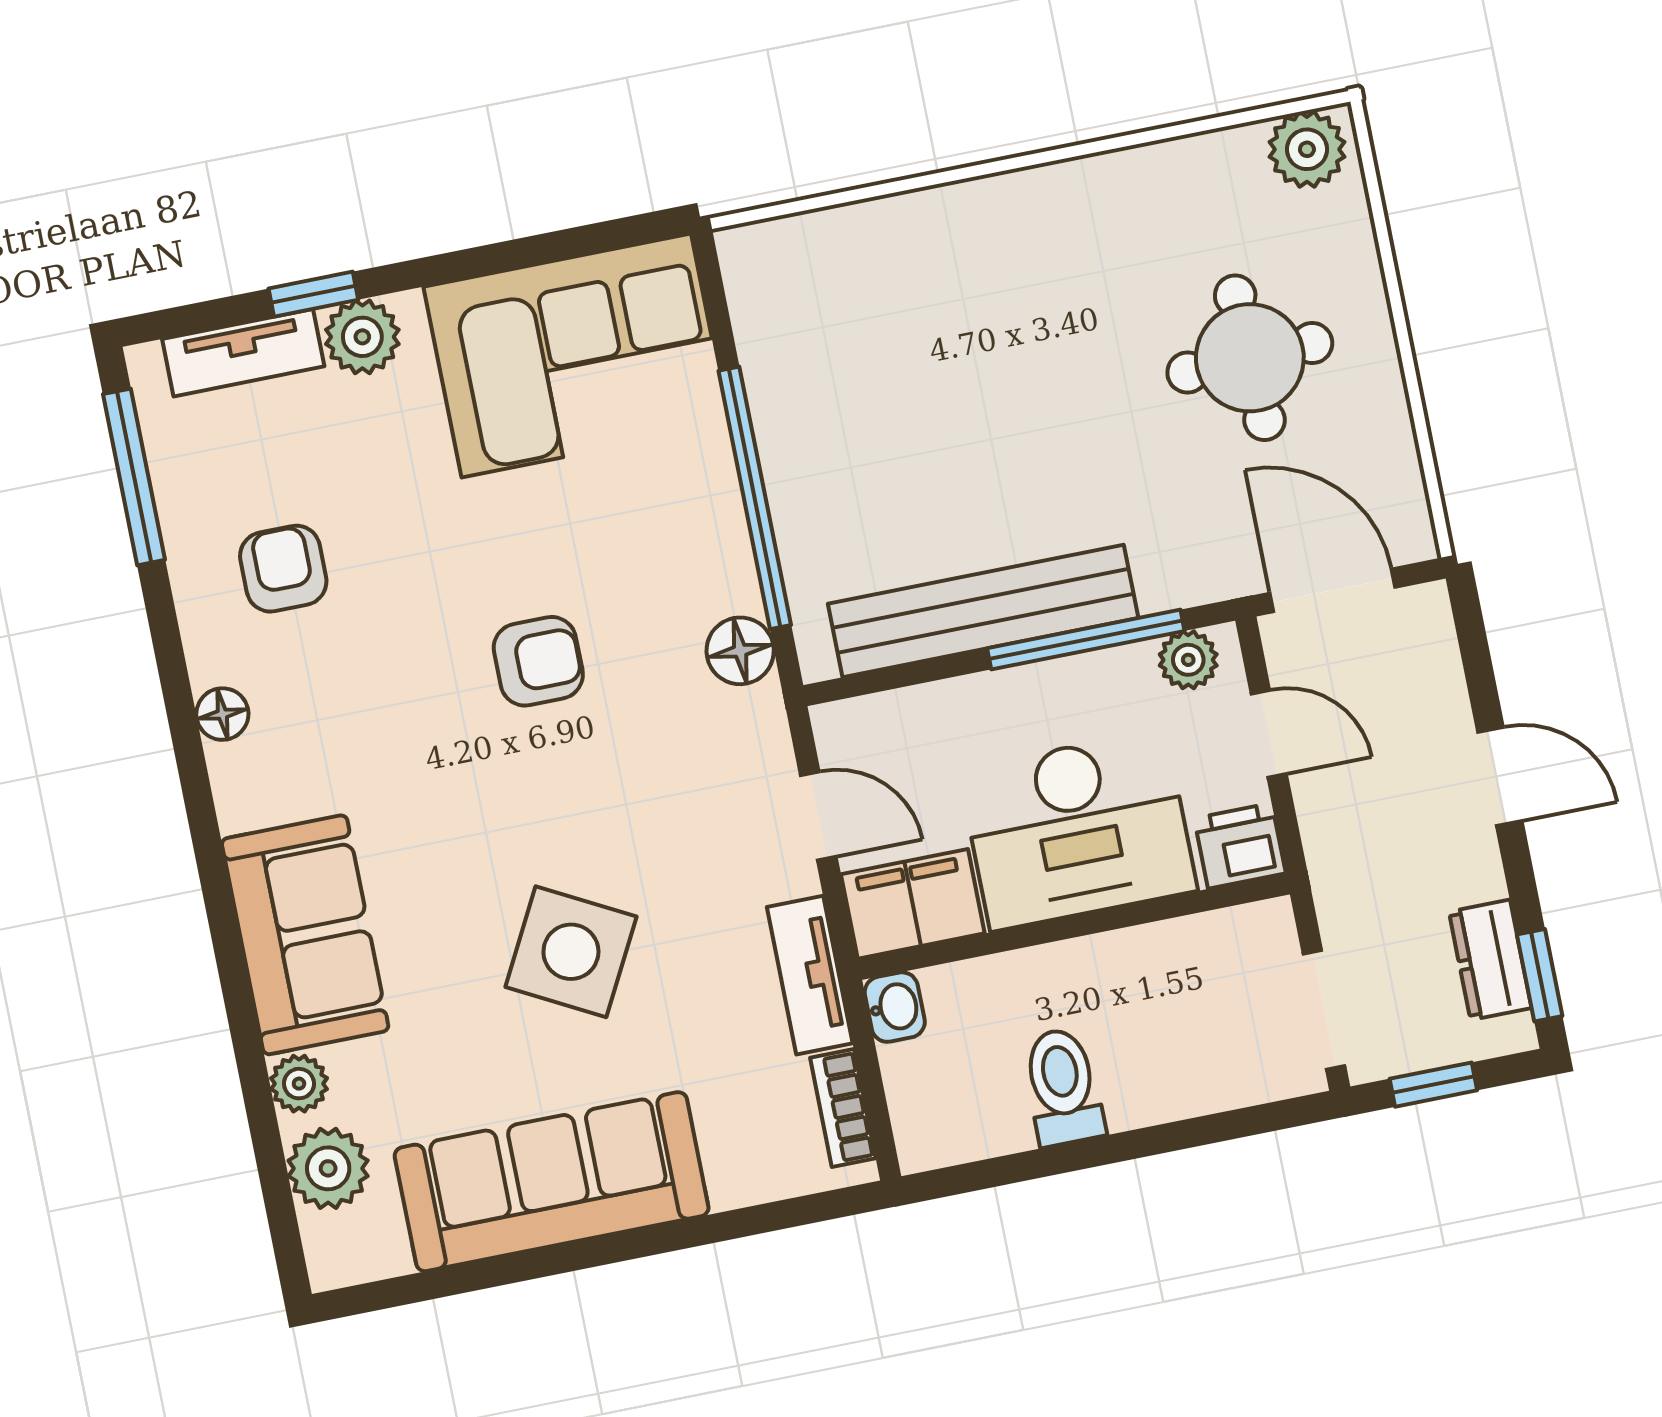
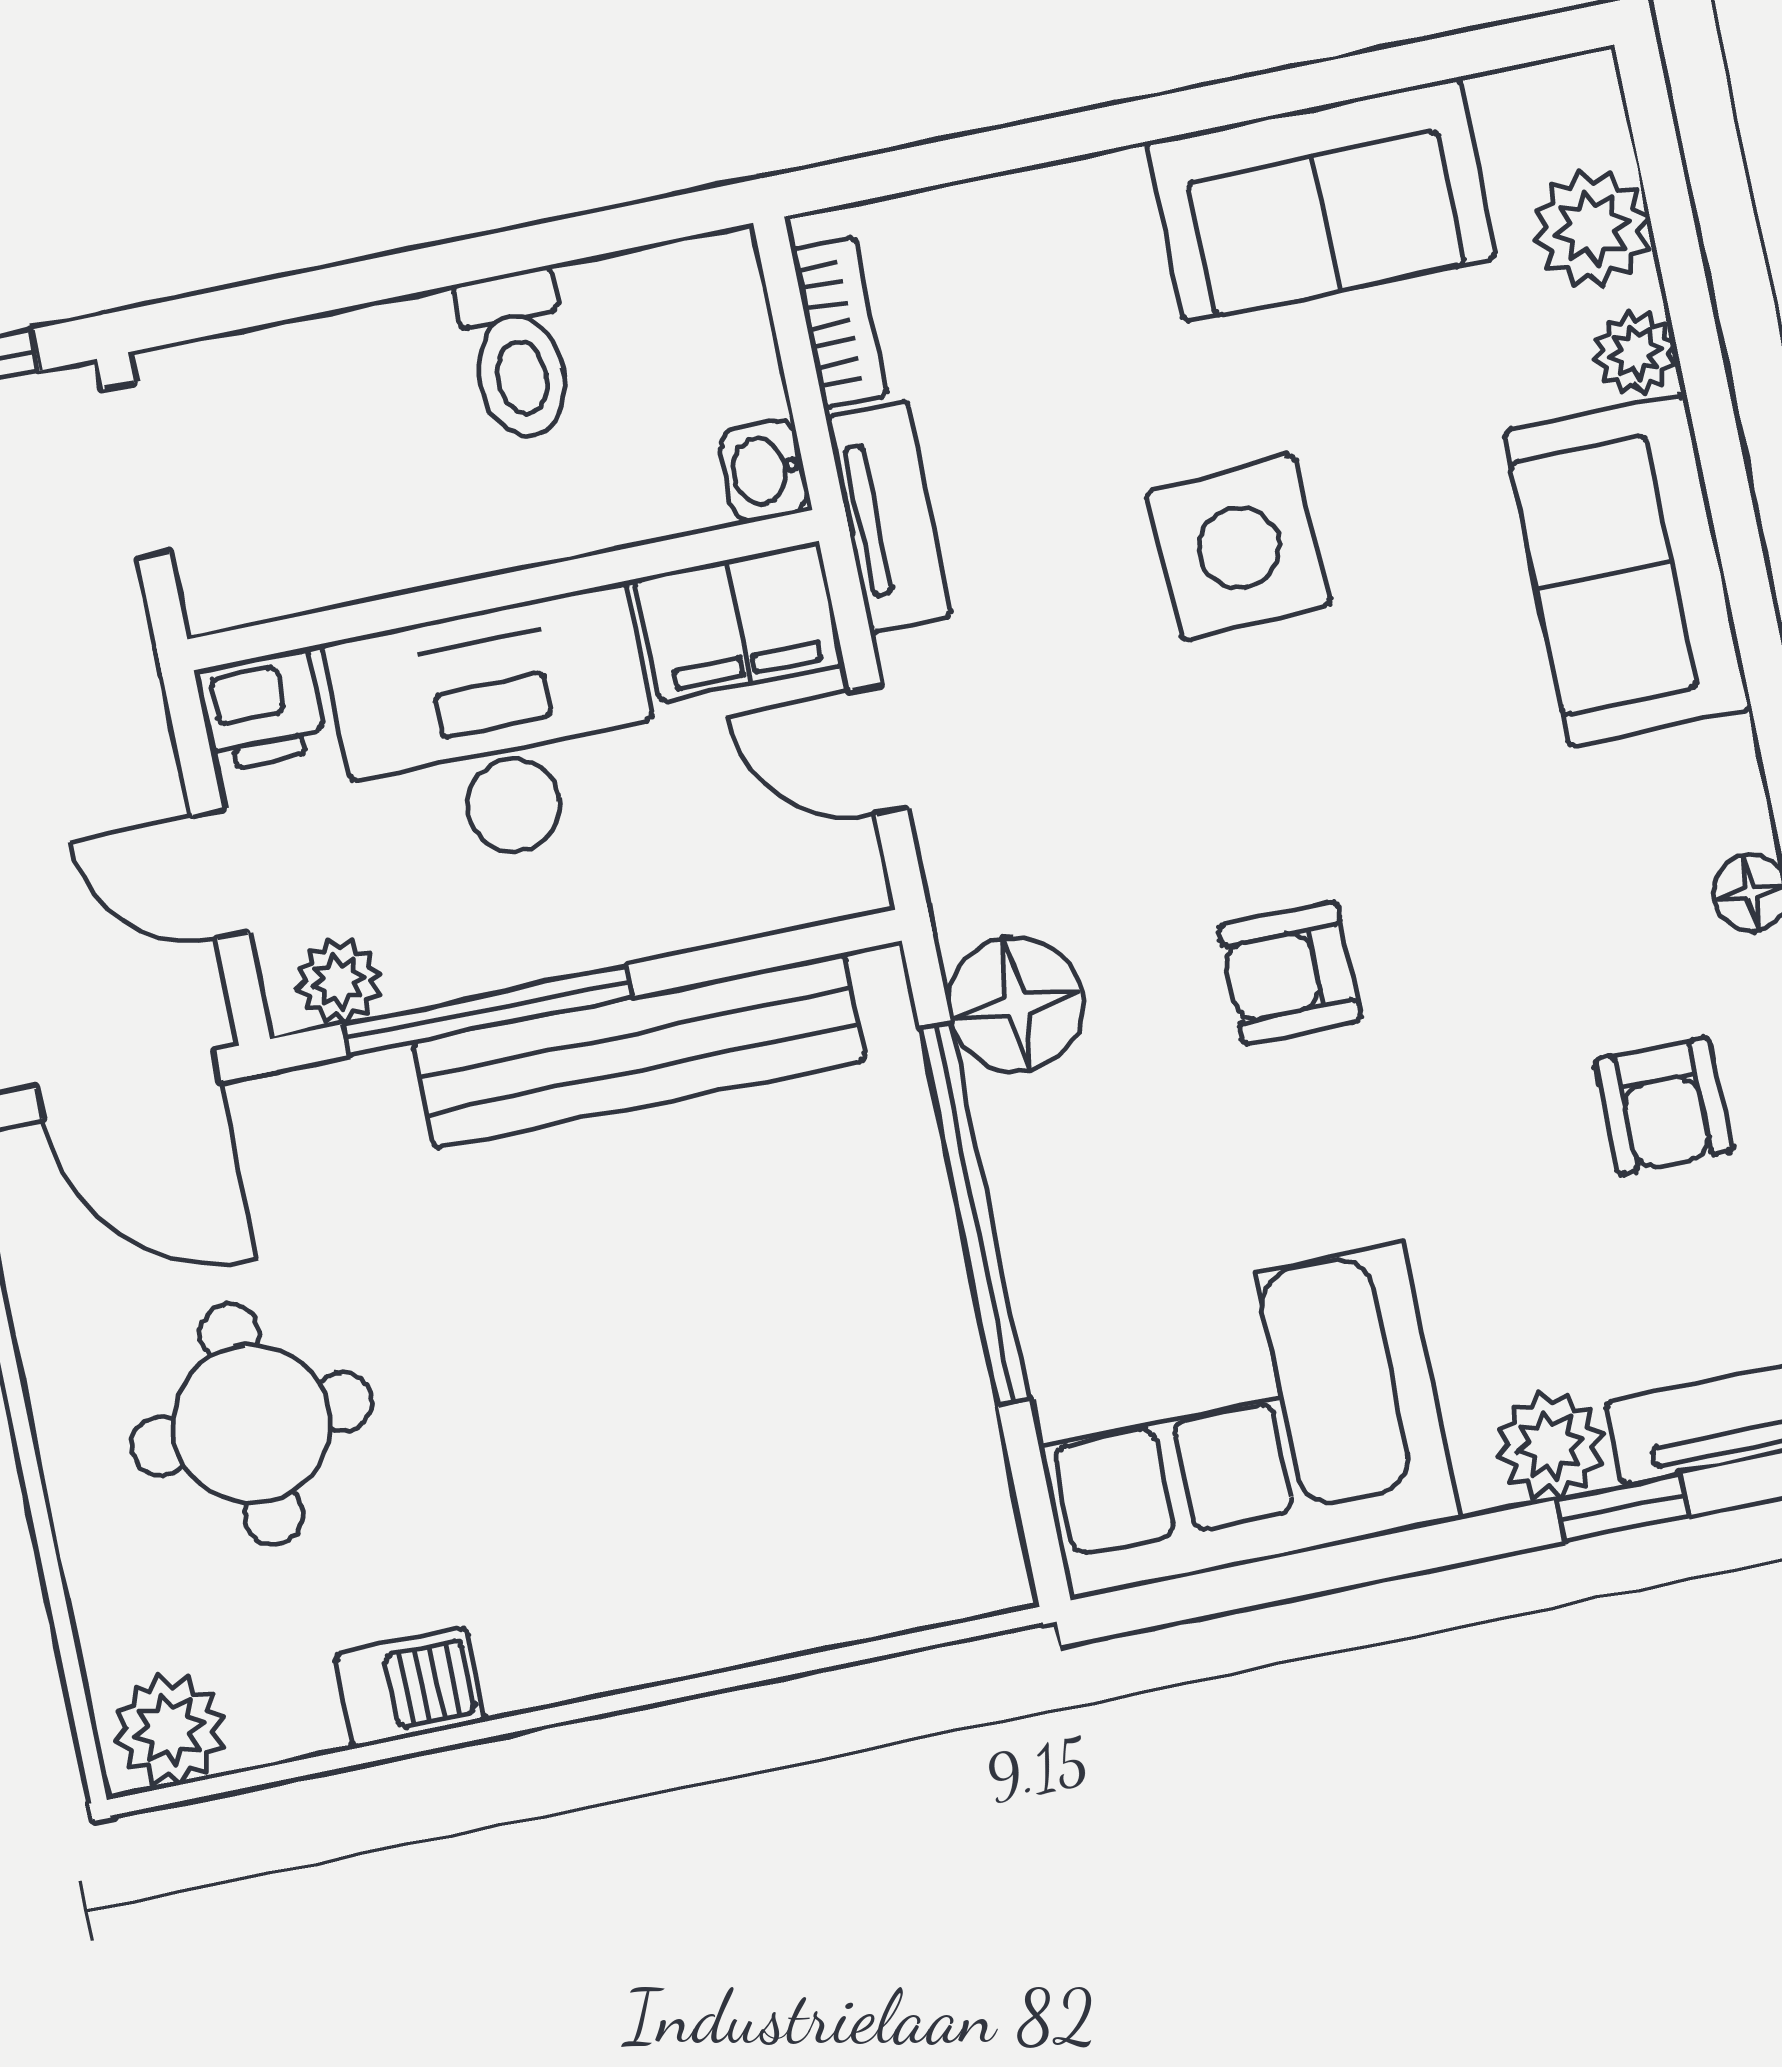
barbecue: (1143, 177) -> (410, 1688), added
floor lamp: (740, 651) -> (1016, 1004), width x1.38, depth x1.38
side table: (571, 952) -> (1239, 548), turned -31
sofa: (552, 1182) -> (1321, 200), width x0.73

